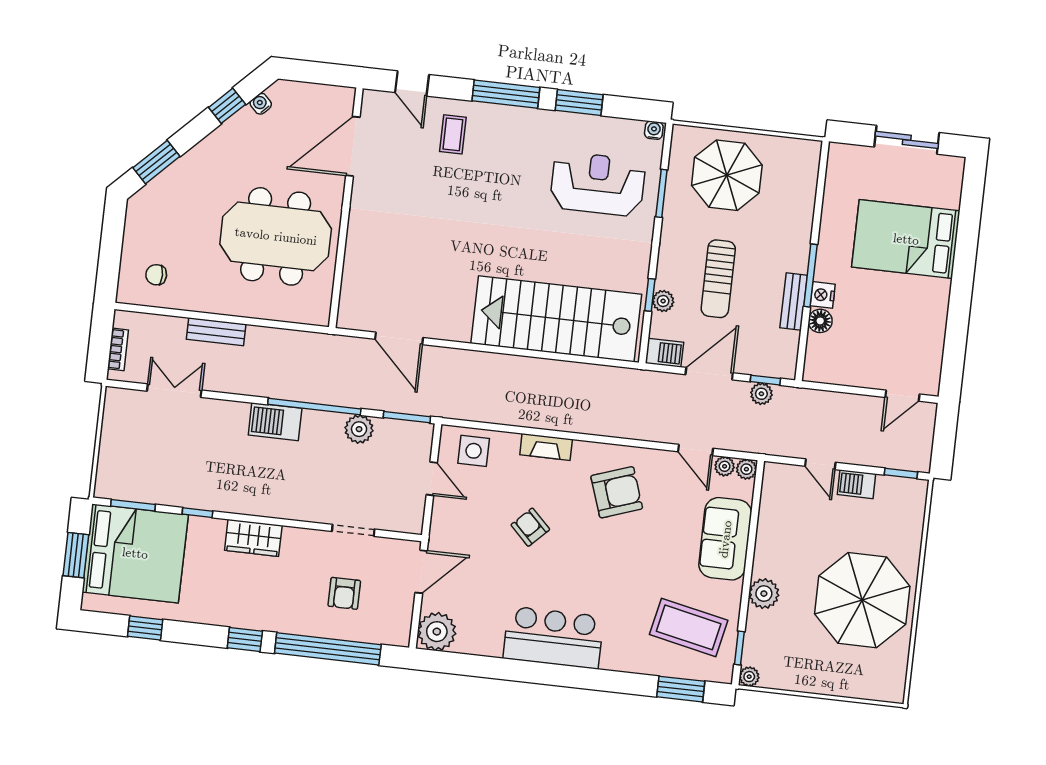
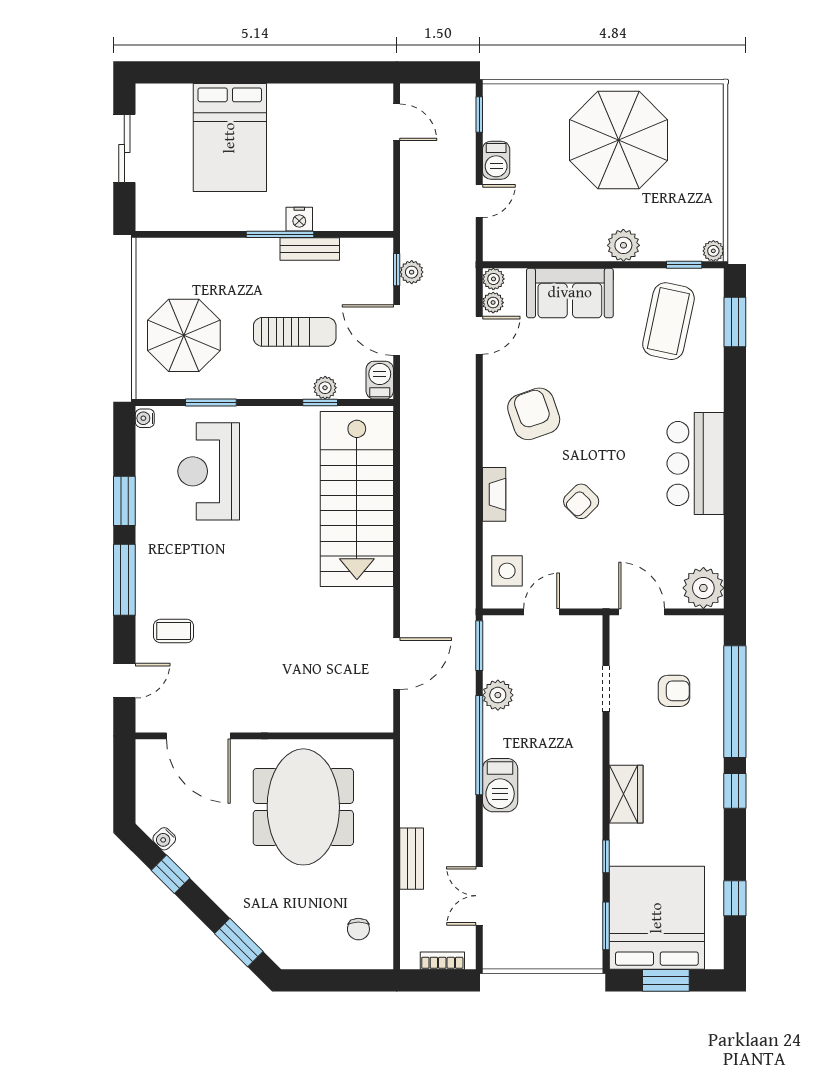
floor lamp: (820, 321) -> (327, 219), removed

